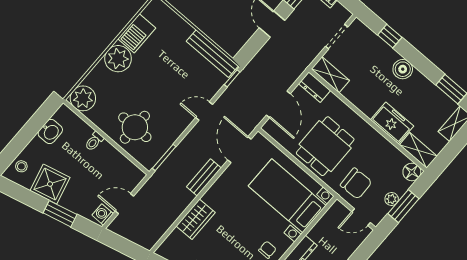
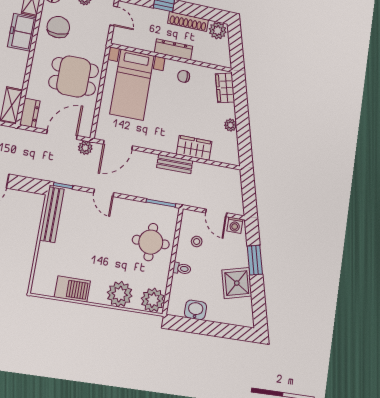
plant: (118, 59) -> (120, 294), moved
plant: (254, 118) -> (85, 148), added
stool: (21, 166) -> (197, 241), moved
bench: (204, 177) -> (175, 164), moved
chair: (356, 183) -> (58, 27), moved

